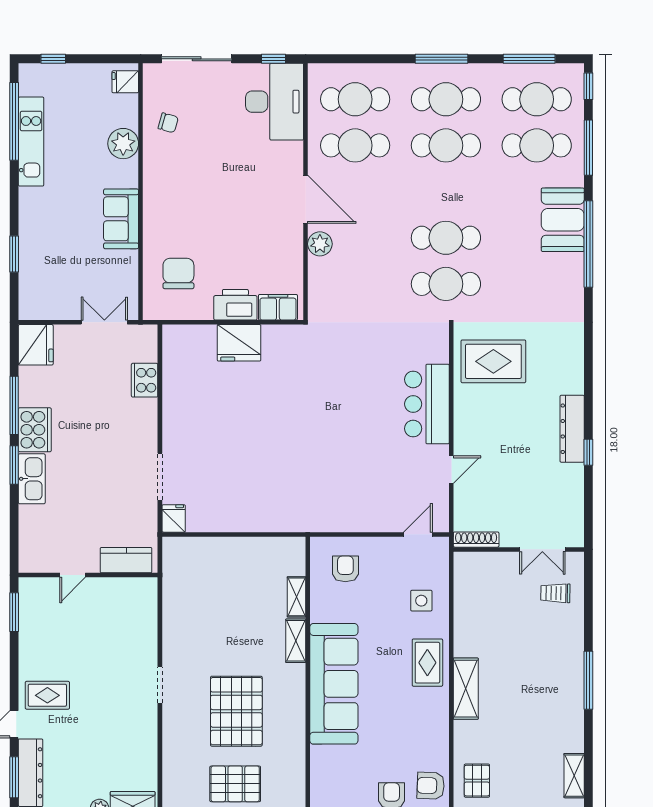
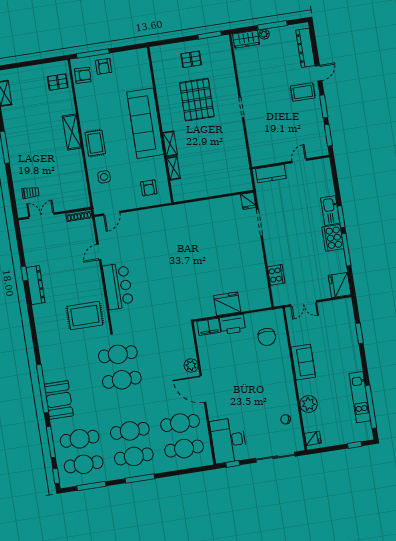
window: (14, 777) -> (324, 106), moved
pallet: (477, 781) -> (58, 82), turned 90
pallet: (235, 784) -> (191, 59), width x0.67, depth x0.71

